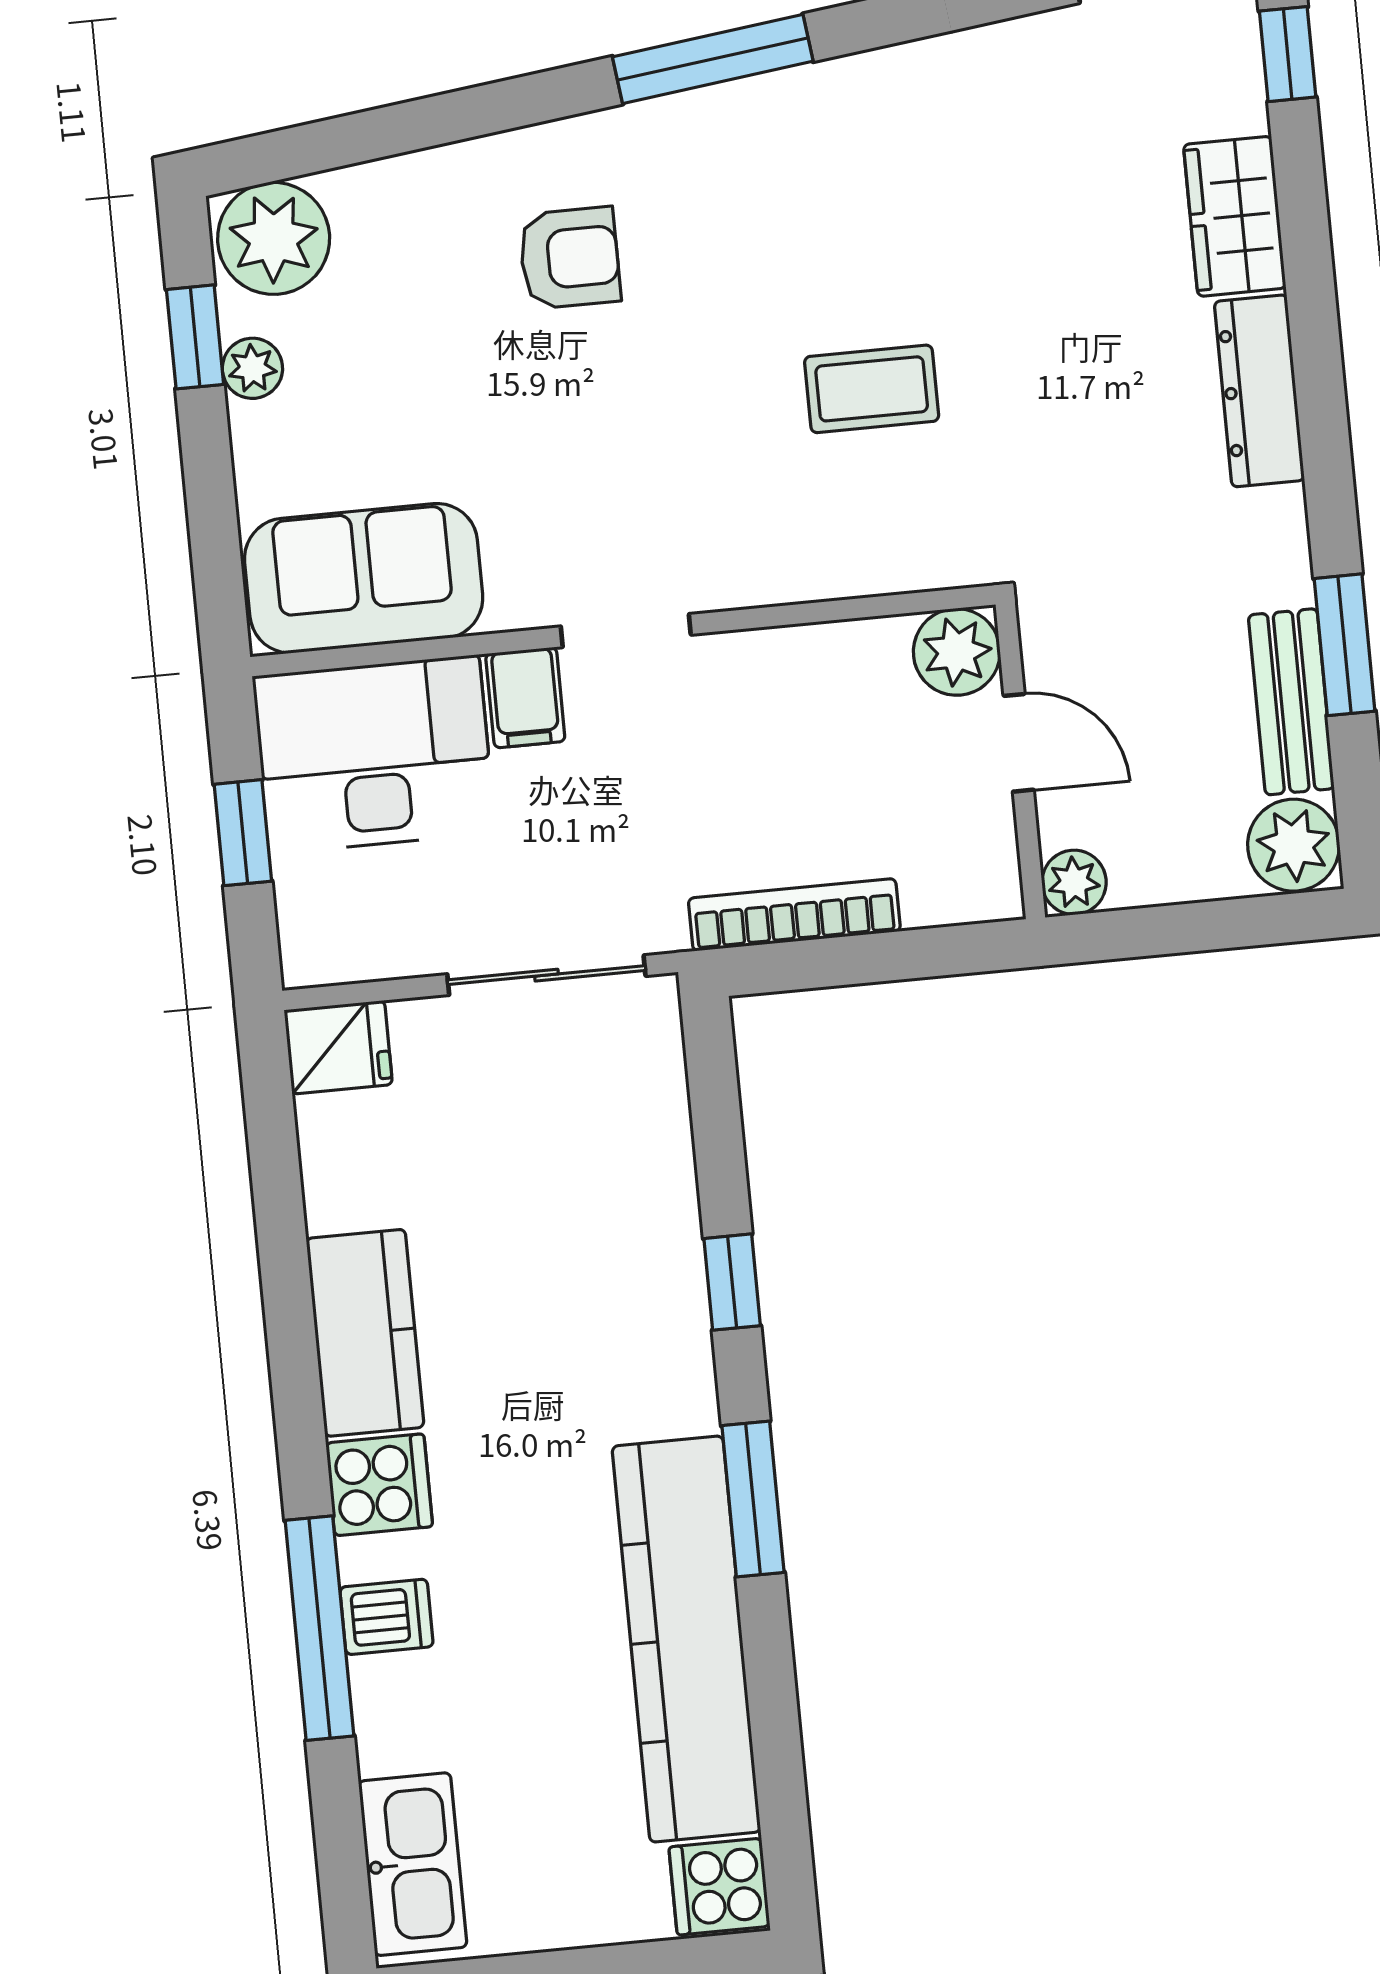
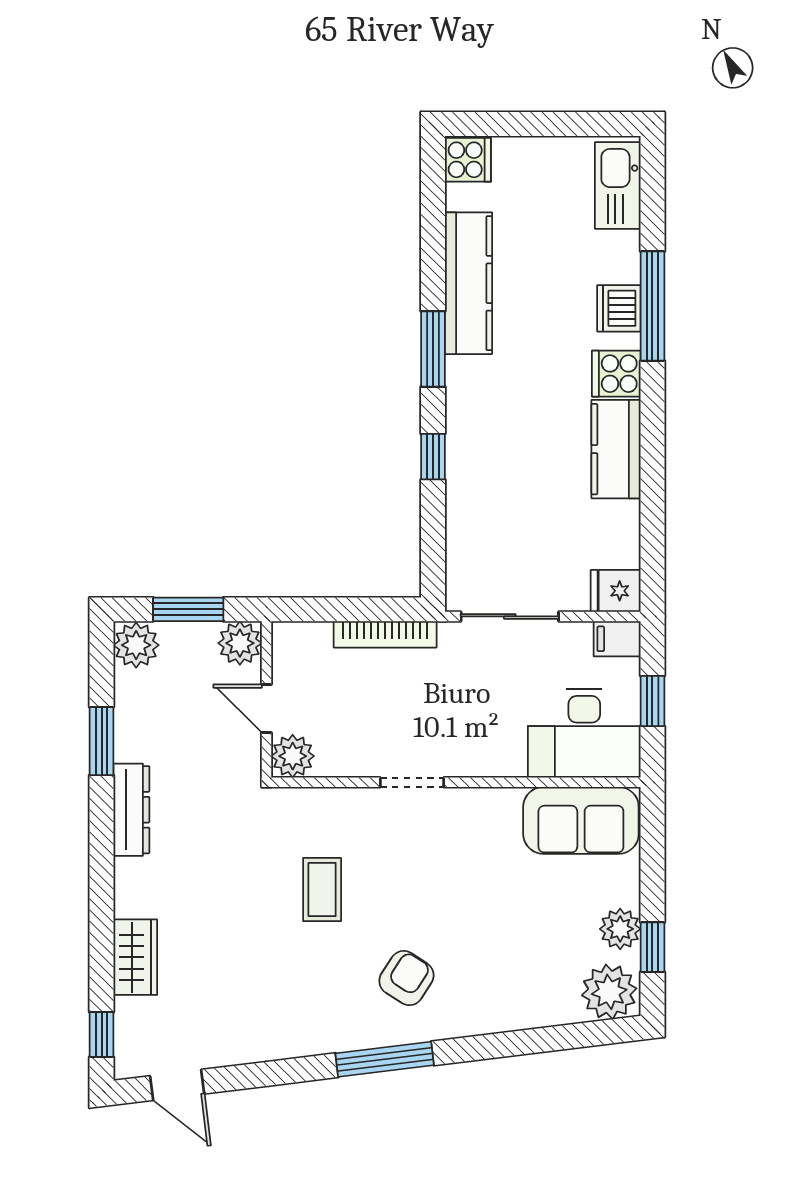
armchair: (570, 258) -> (406, 978), moved, turned 123
plant: (252, 368) -> (620, 929), width x1.38, depth x1.38
coffee table: (872, 389) -> (322, 890), turned 90
dresser: (1259, 391) -> (131, 810), moved
doorway: (626, 631) -> (412, 782), moved
filing cabinet: (525, 698) -> (617, 639), moved, turned -90
bench: (1291, 702) -> (130, 716), removed
plant: (1074, 882) -> (240, 643), width x1.38, depth x1.38
window: (1195, 927) -> (188, 609), added
dishwasher: (387, 1617) -> (619, 308), width x1.38
kitchen counter: (686, 1639) -> (468, 283), width x0.72, depth x0.86

